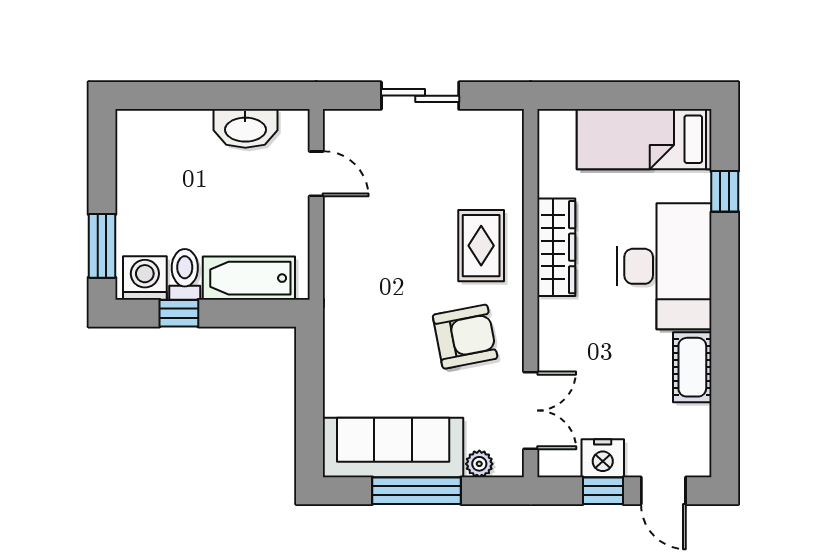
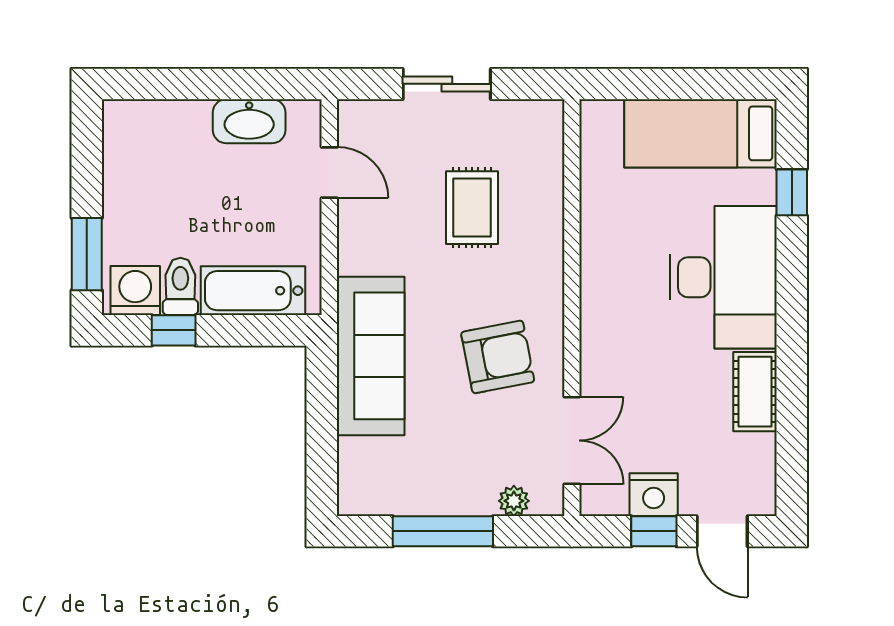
rug: (481, 246) -> (472, 208), moved
wardrobe: (556, 247) -> (601, 256), removed
sofa: (393, 447) -> (371, 356), moved, turned 90

